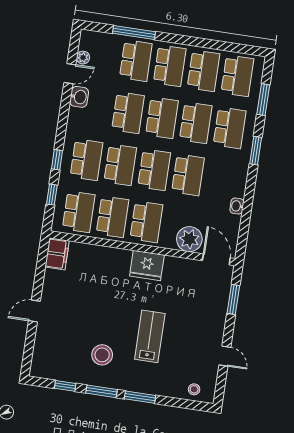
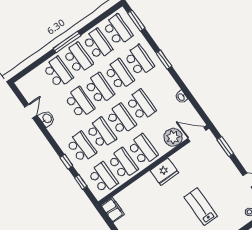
window: (134, 33) -> (67, 42), moved
plant: (83, 58) -> (29, 97), removed
window: (263, 100) -> (136, 20), moved

